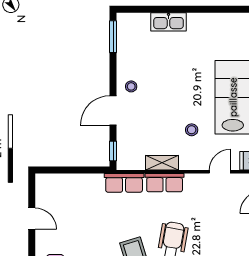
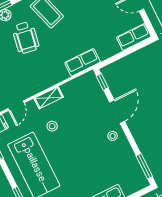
shelving: (162, 163) -> (49, 98), moved
row of seats: (165, 183) -> (134, 37), moved

